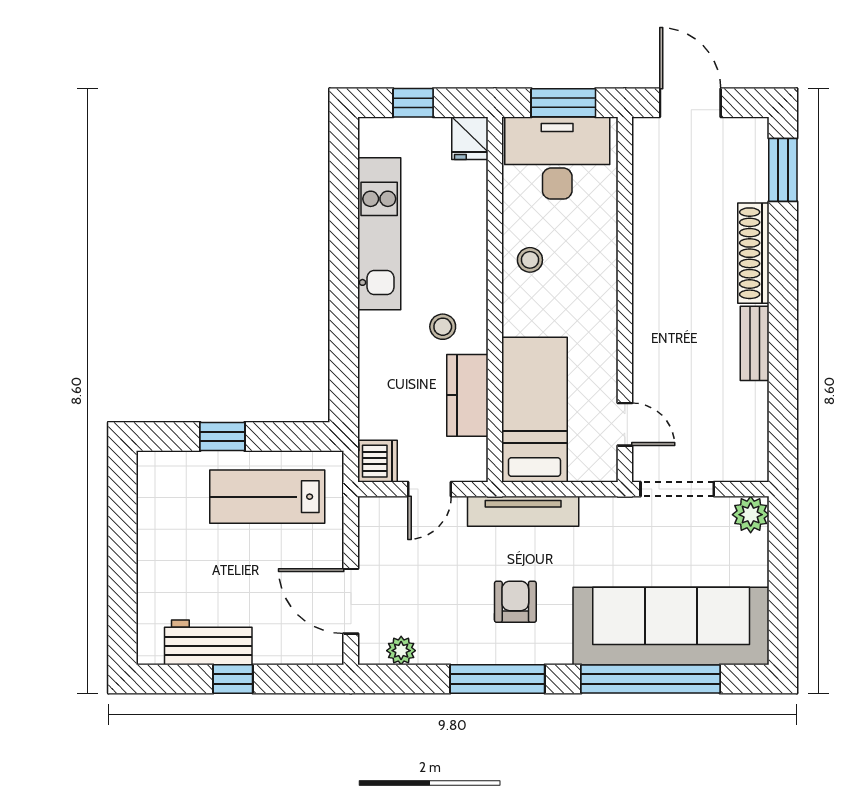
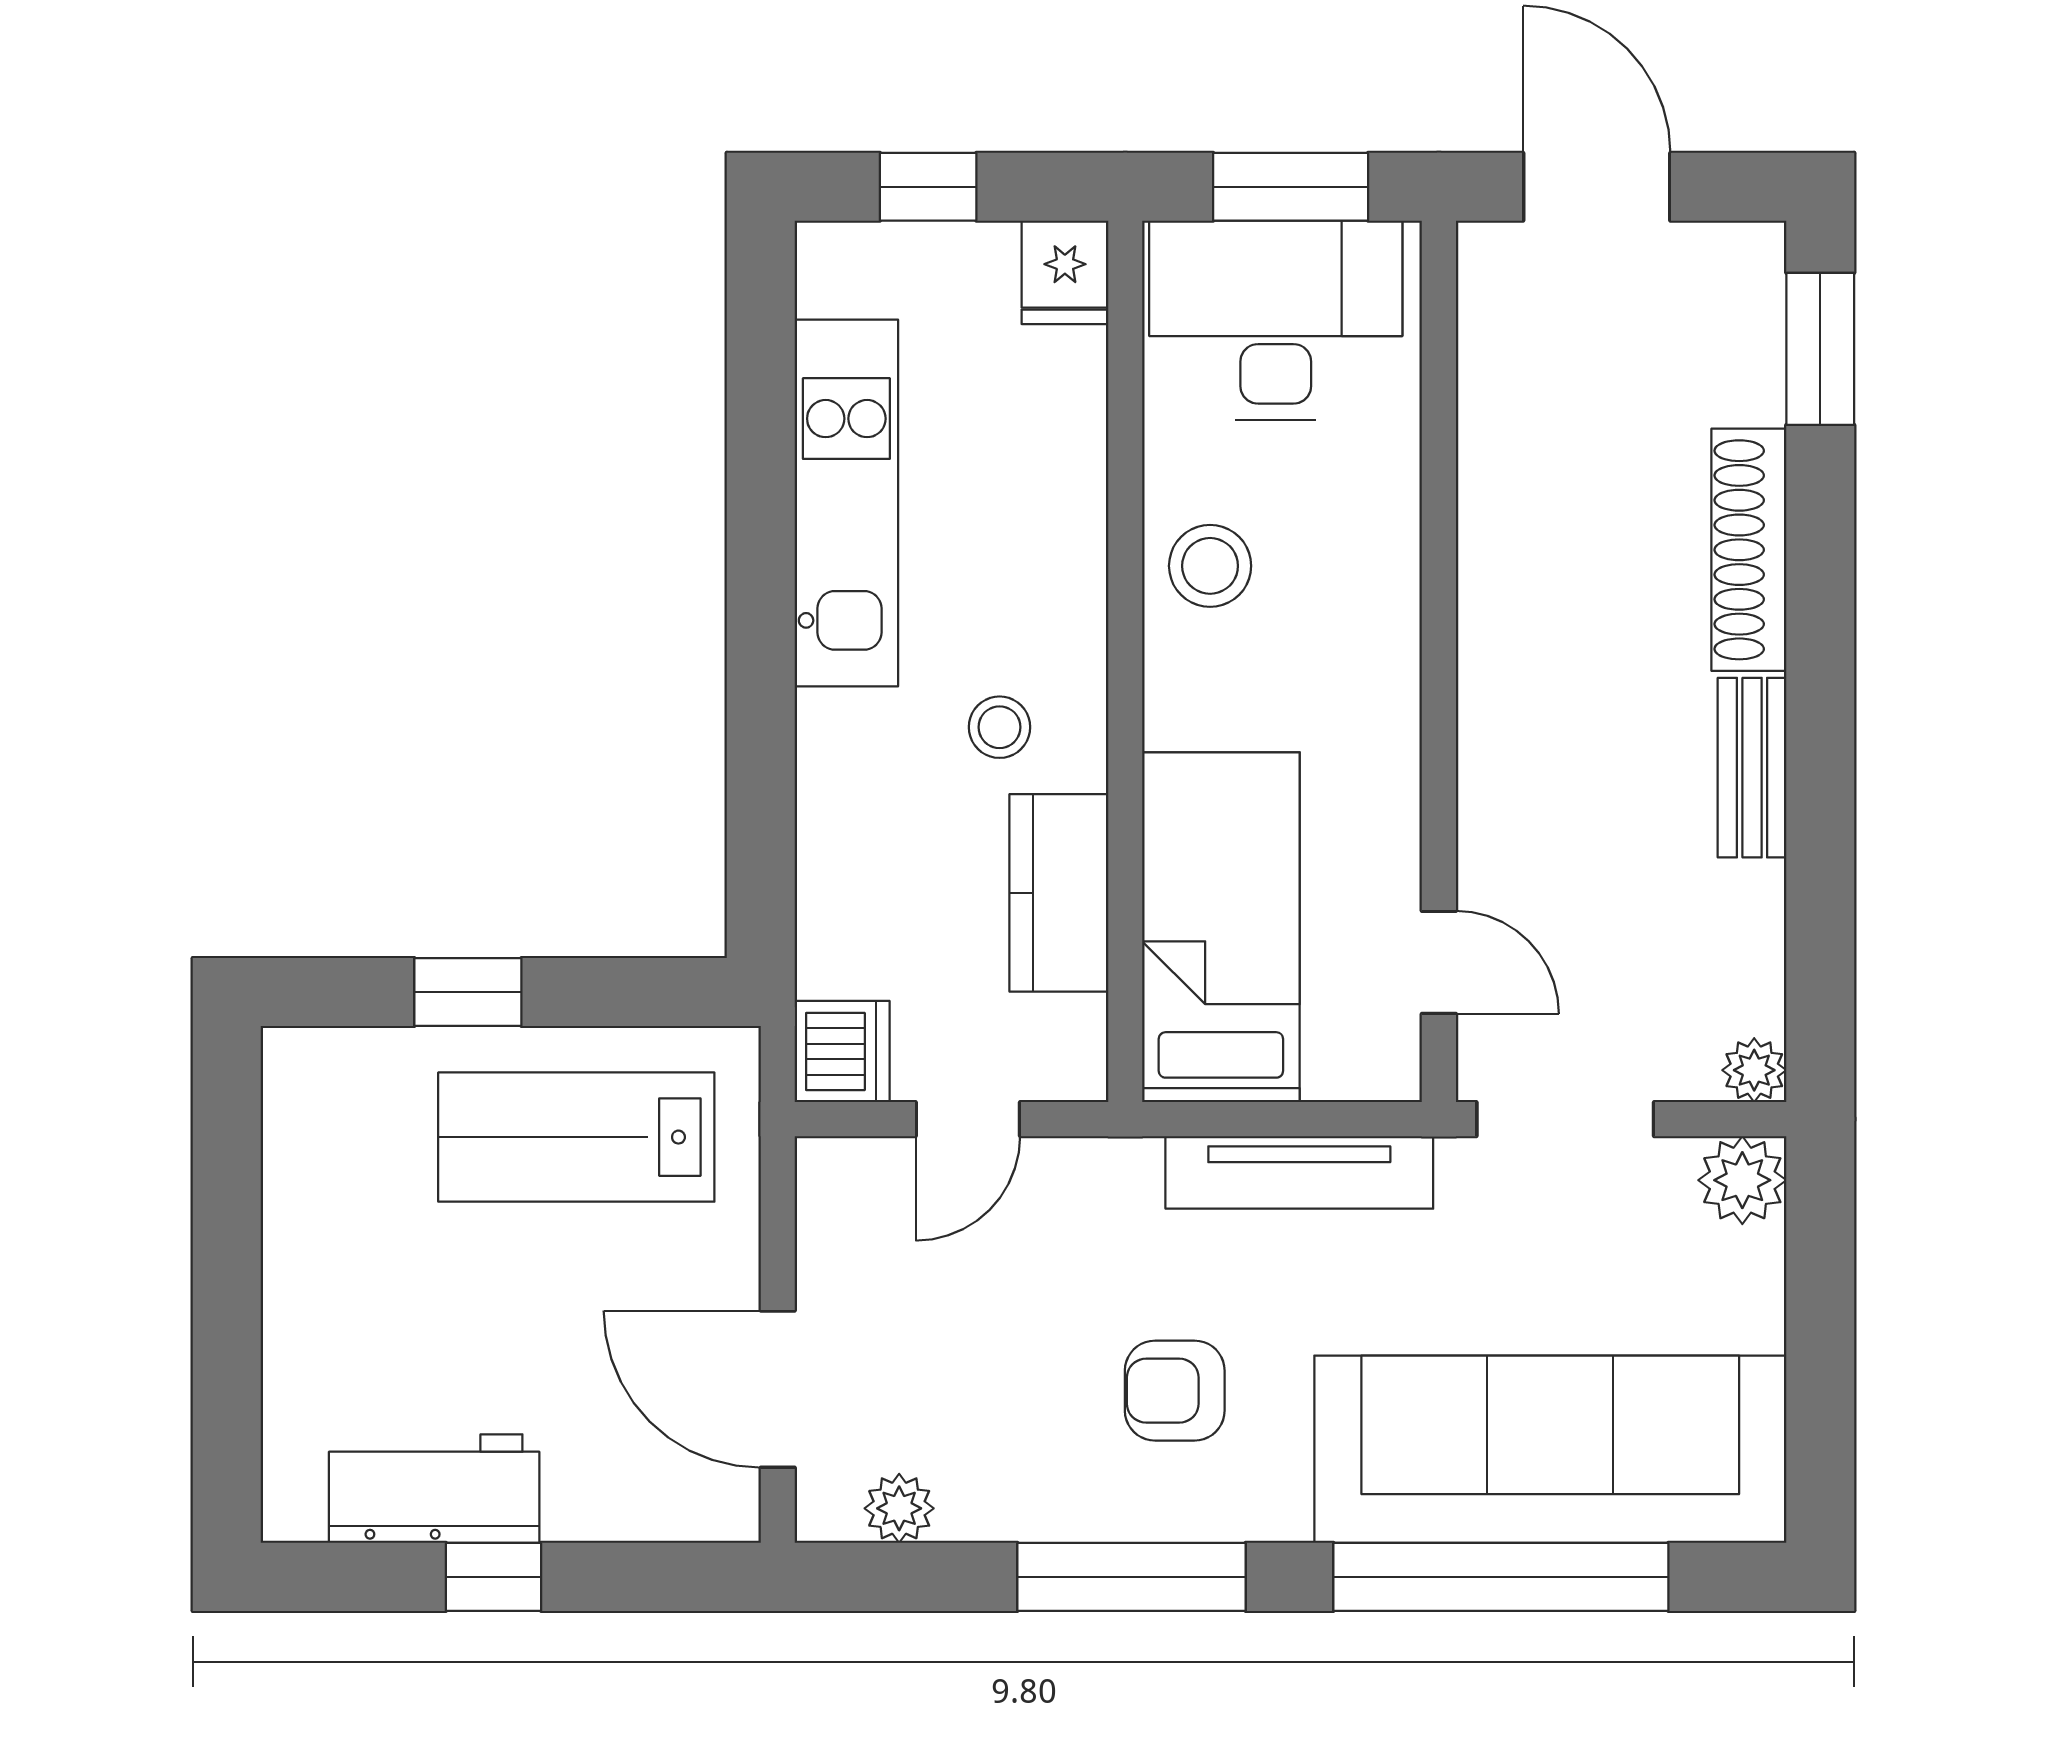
stool: (530, 260) -> (1210, 566), width x1.37, depth x1.37
plant: (756, 469) -> (1754, 1070), added
tv unit: (523, 511) -> (1299, 1172), moved
armchair: (515, 602) -> (1175, 1391), turned -90

